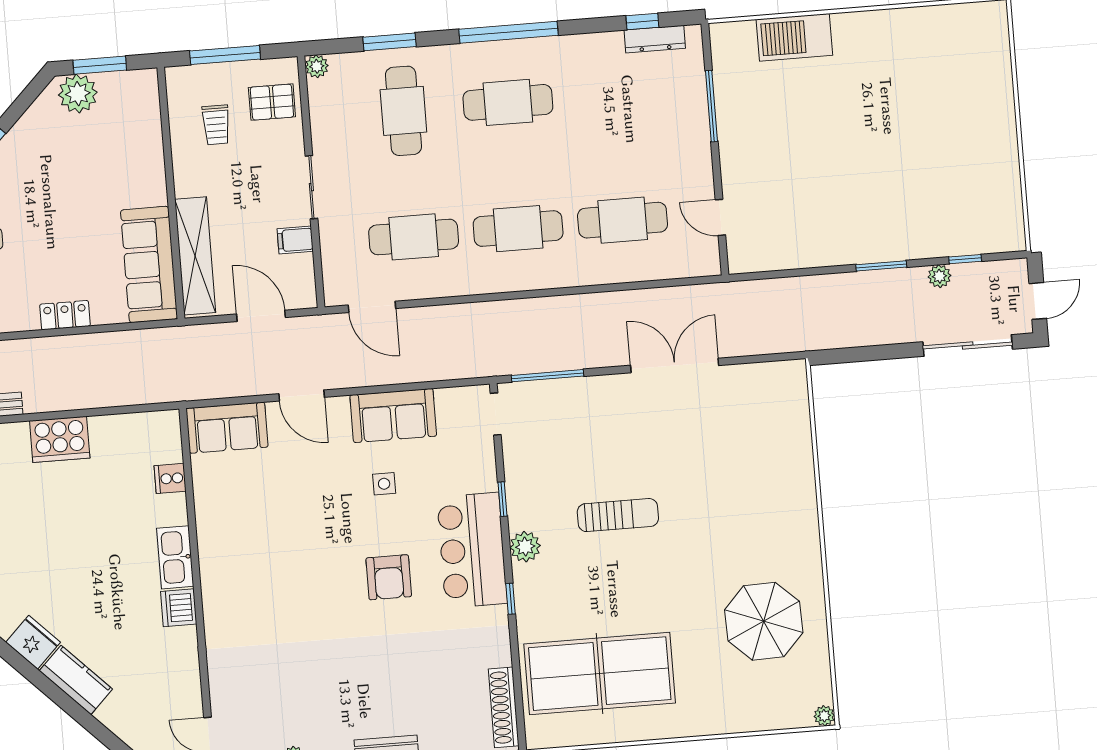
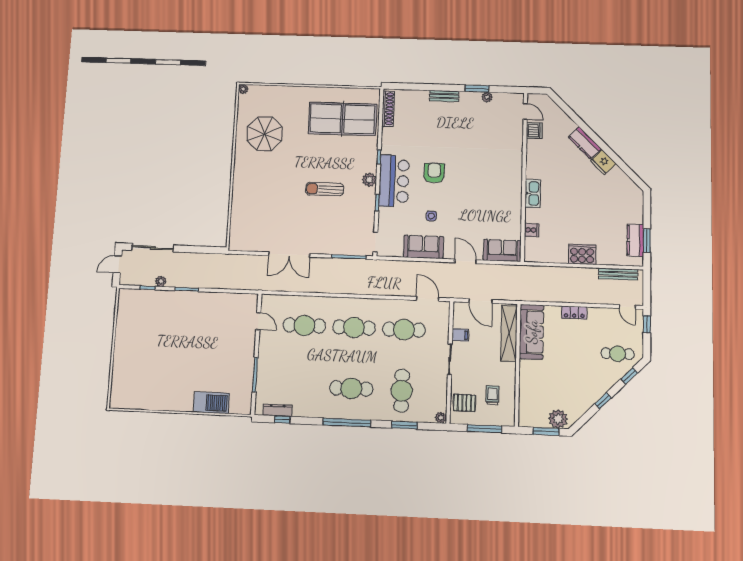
dishwasher: (179, 608) -> (534, 131), moved

